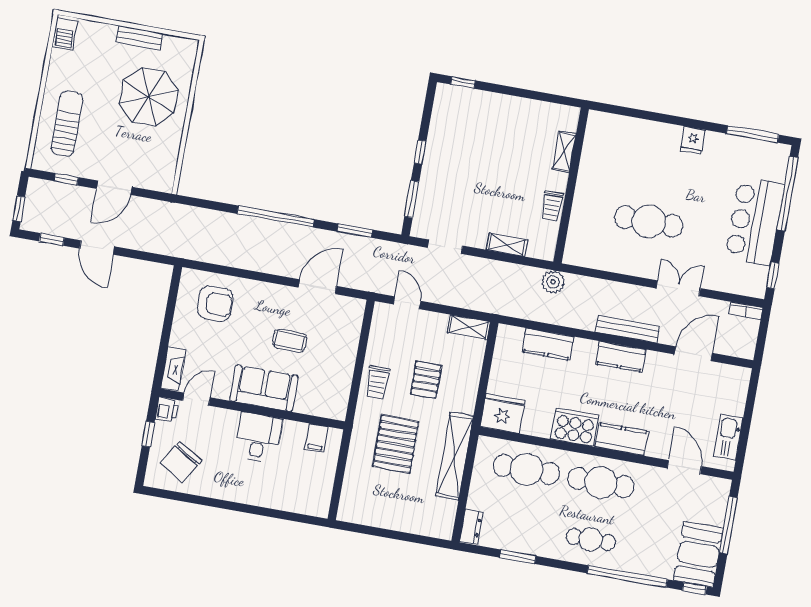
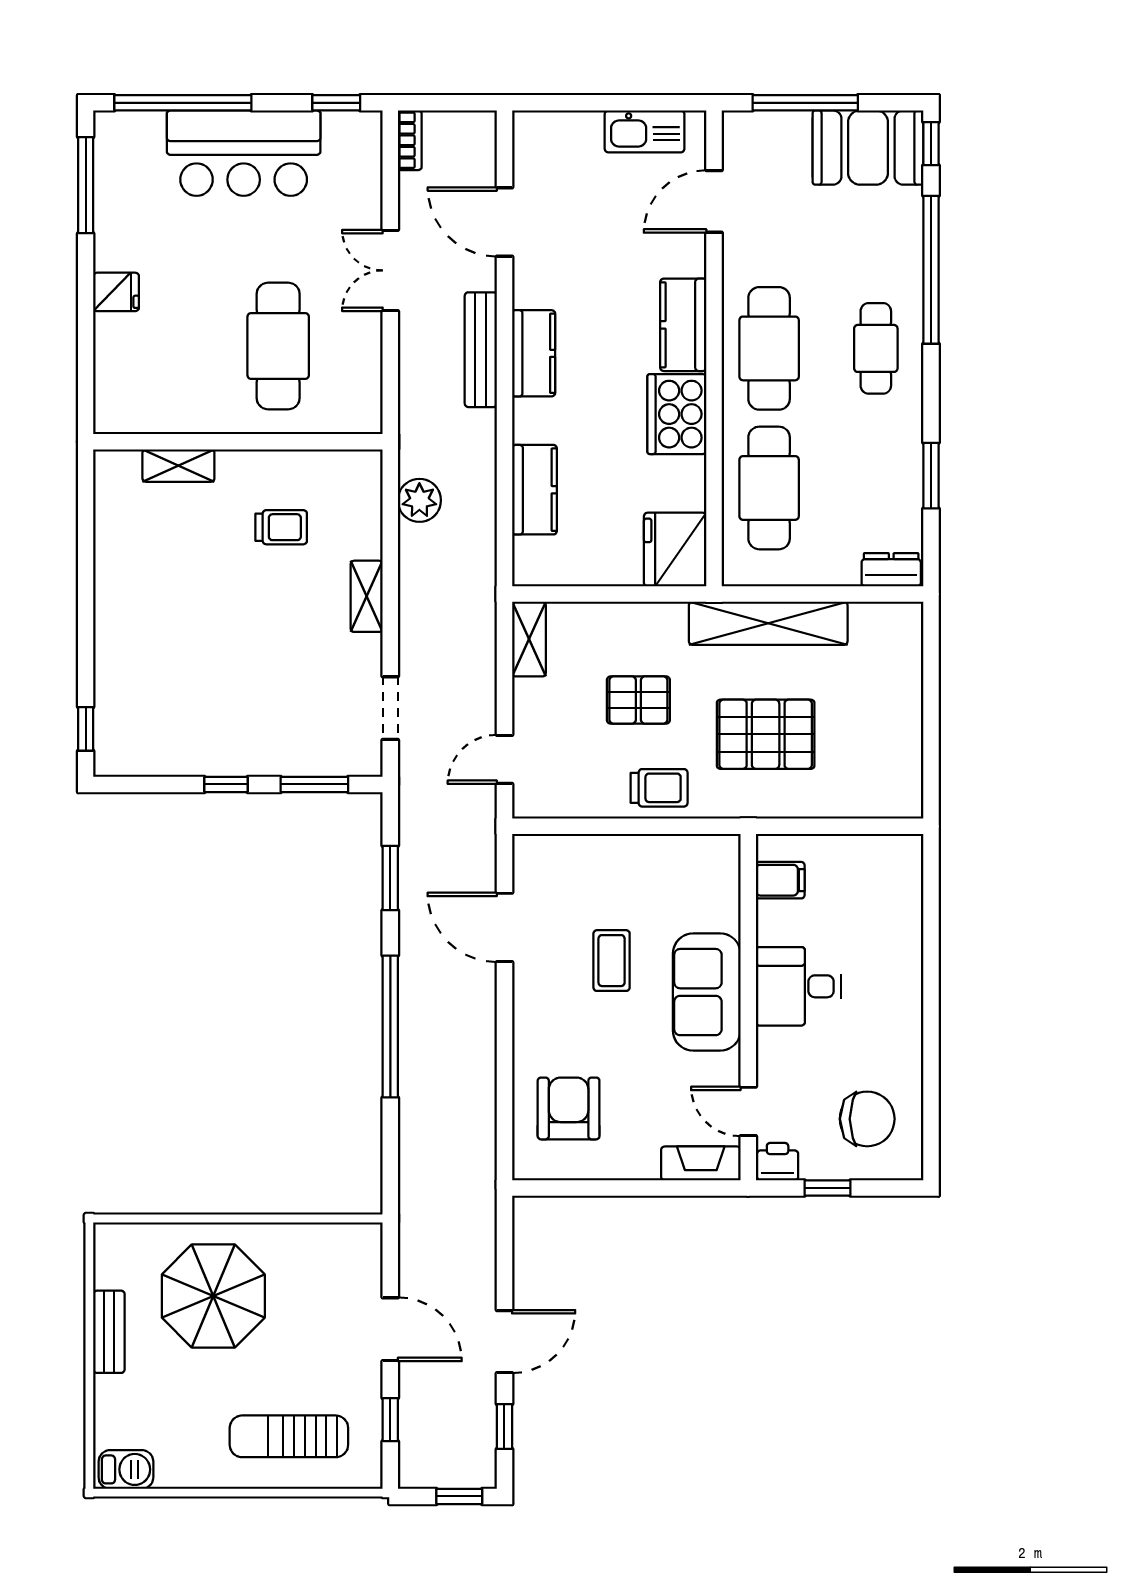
shelving: (564, 151) -> (178, 466), moved
wall: (571, 185) -> (238, 442), moved
chair: (181, 462) -> (867, 1119), turned -31

